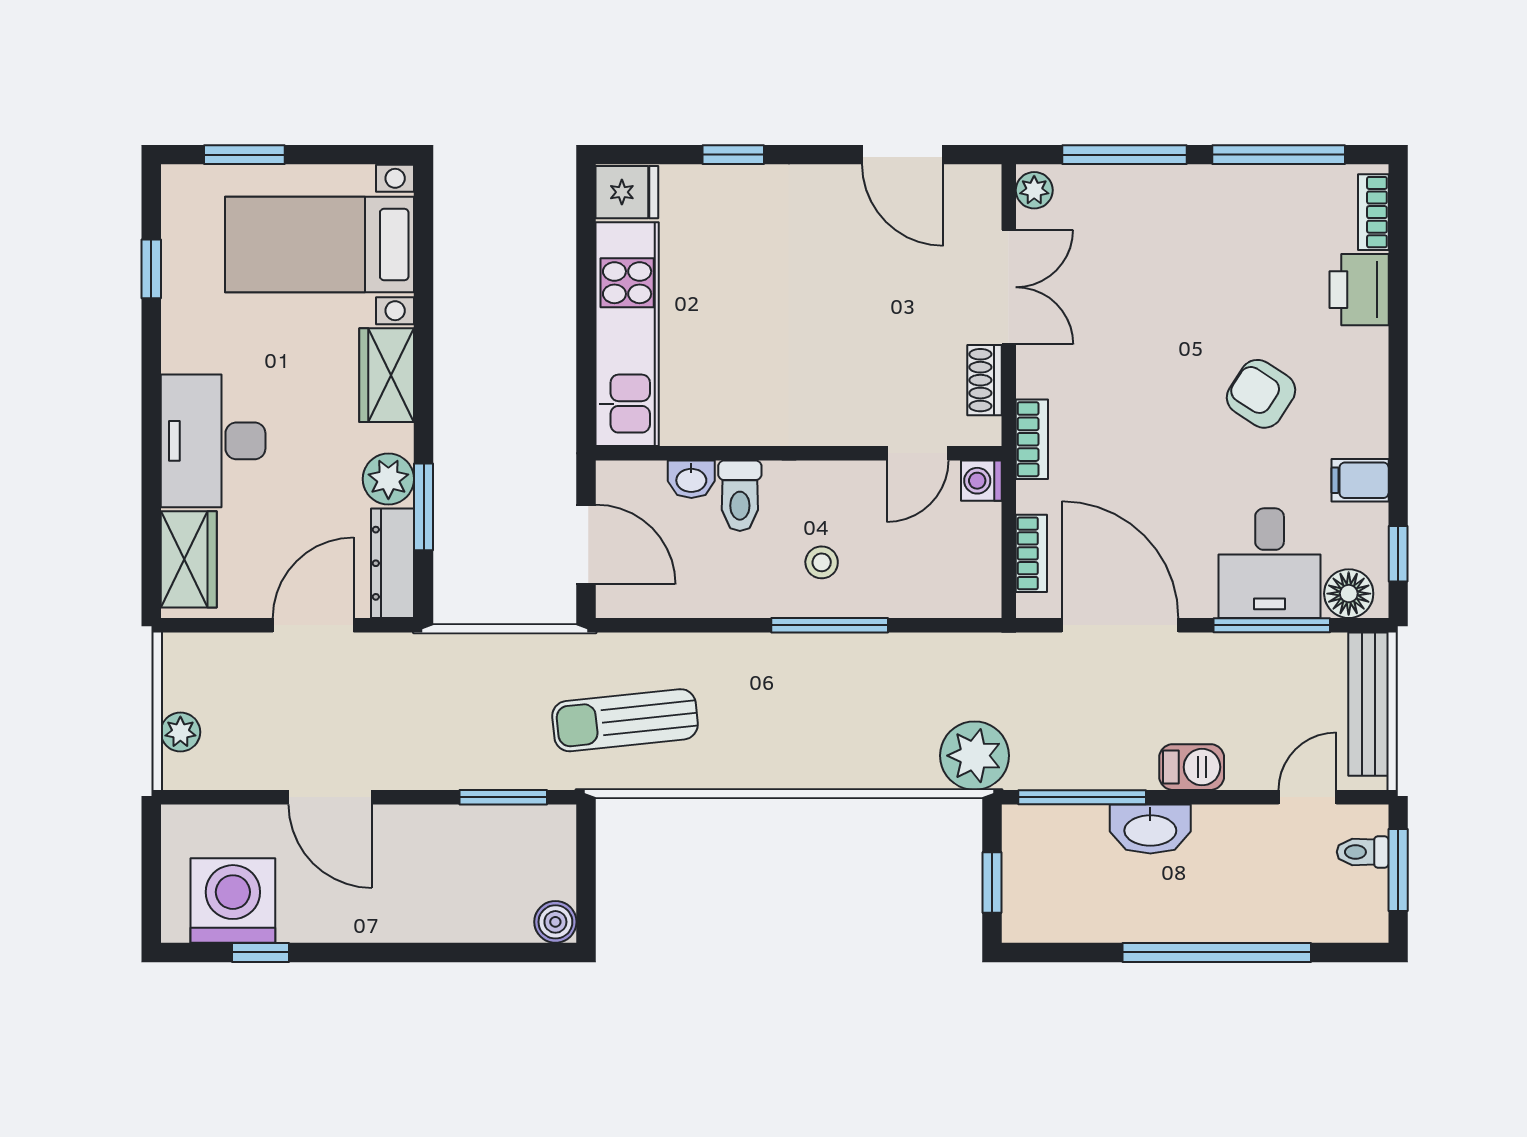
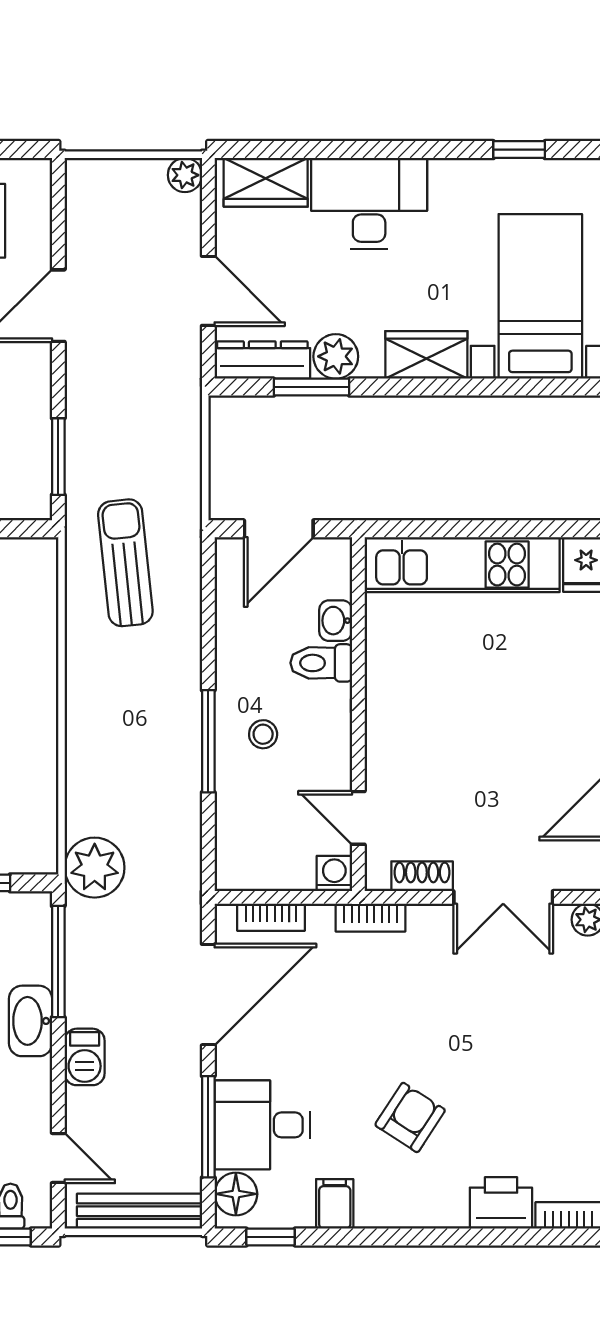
plant: (180, 732) -> (185, 175), moved

